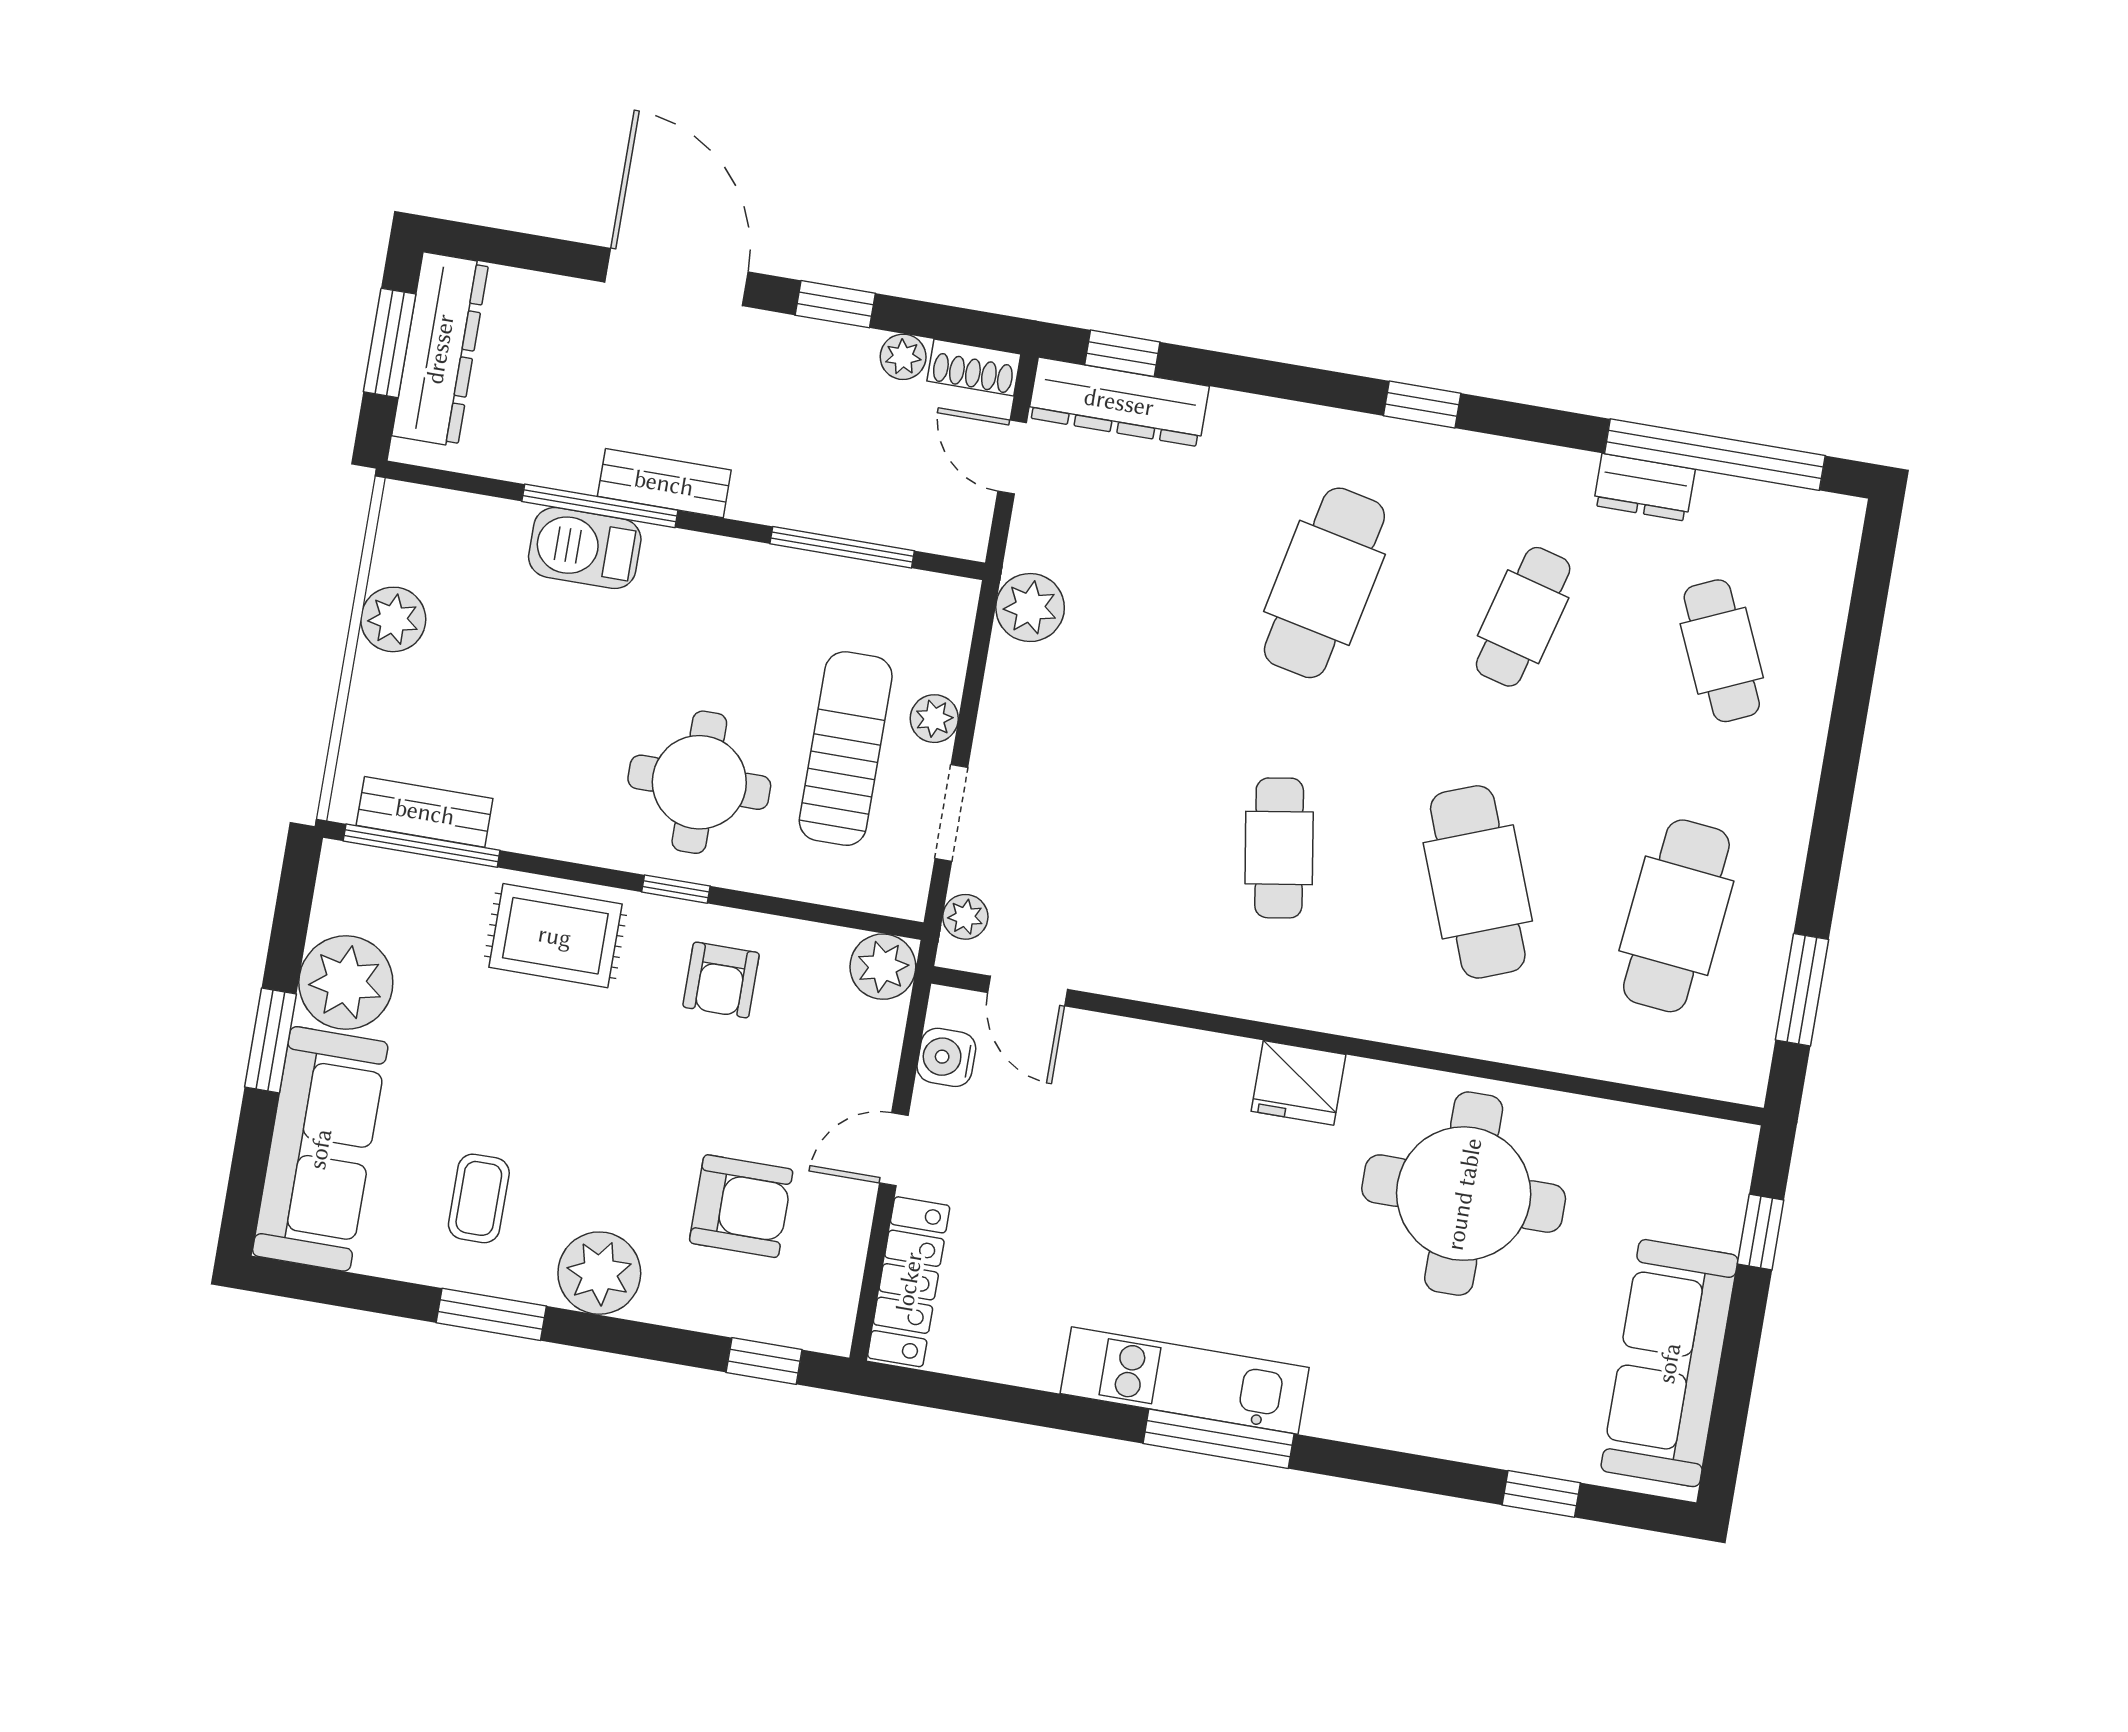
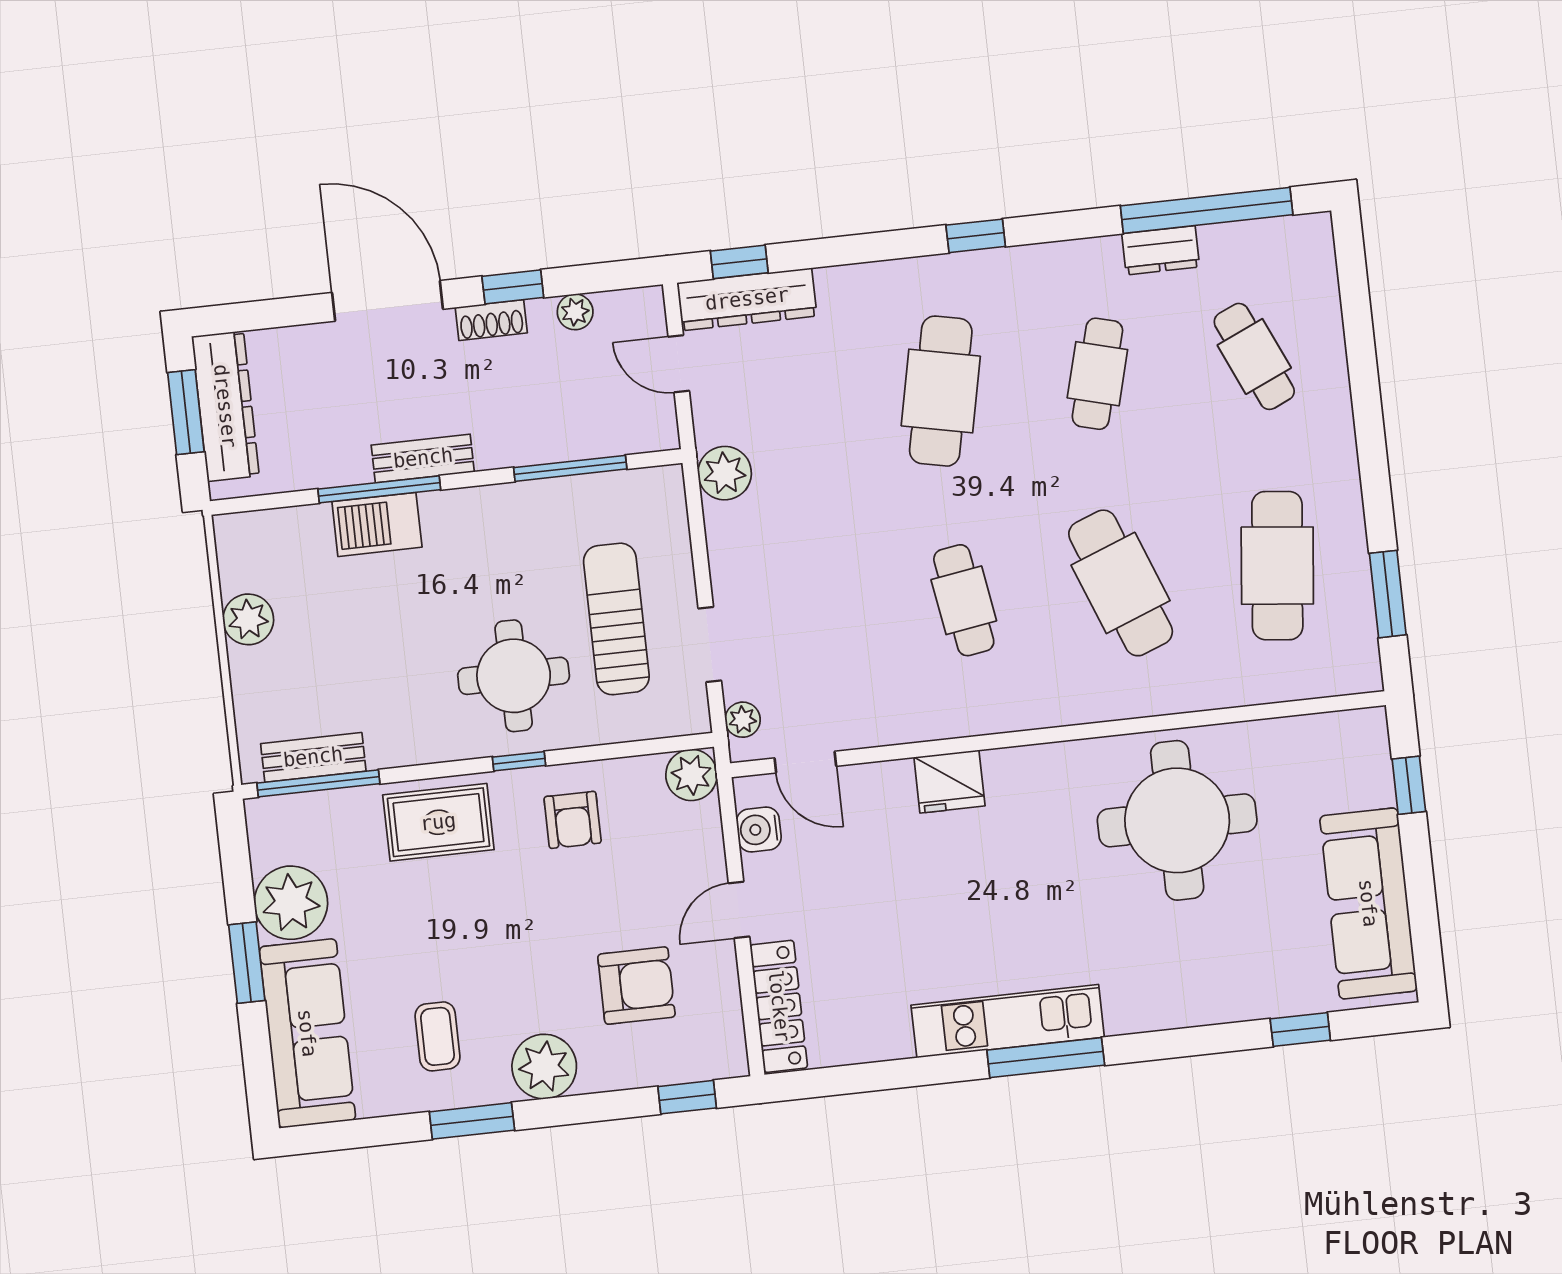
shoe rack: (974, 368) -> (491, 320), moved
plant: (934, 719) -> (677, 577), removed
fridge: (1299, 1083) -> (949, 782), moved

